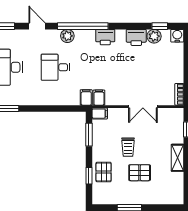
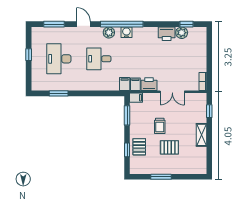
water cooler: (177, 36) -> (126, 32), moved
printer: (105, 37) -> (149, 84), moved, turned 180

